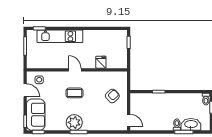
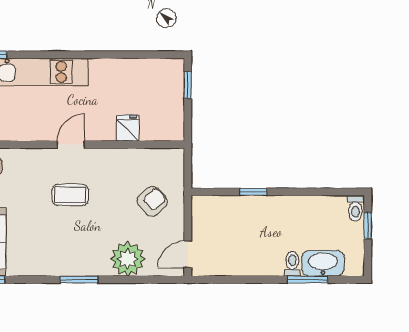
door: (75, 70) -> (71, 145), hinge flipped
door: (129, 120) -> (188, 254), swing flipped
plant: (74, 122) -> (128, 259), moved

